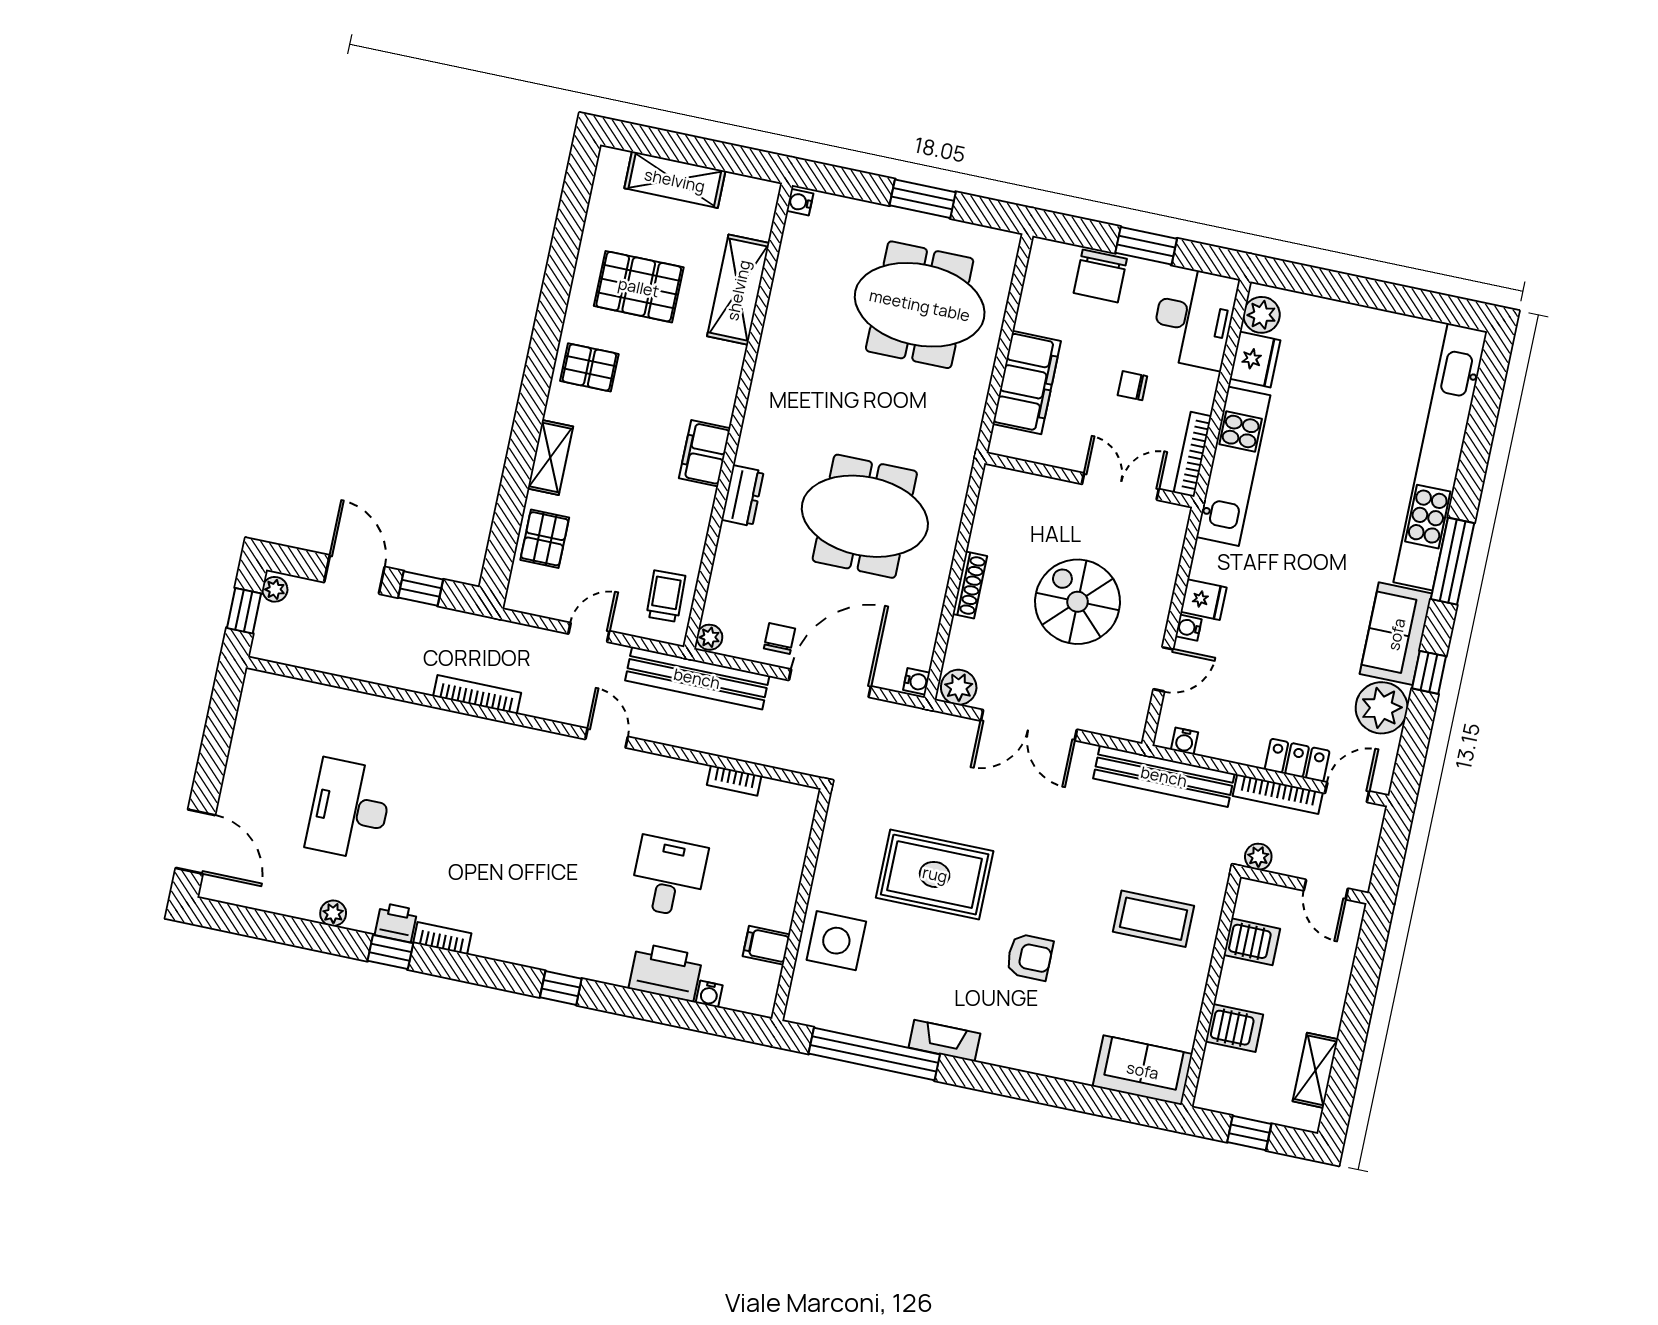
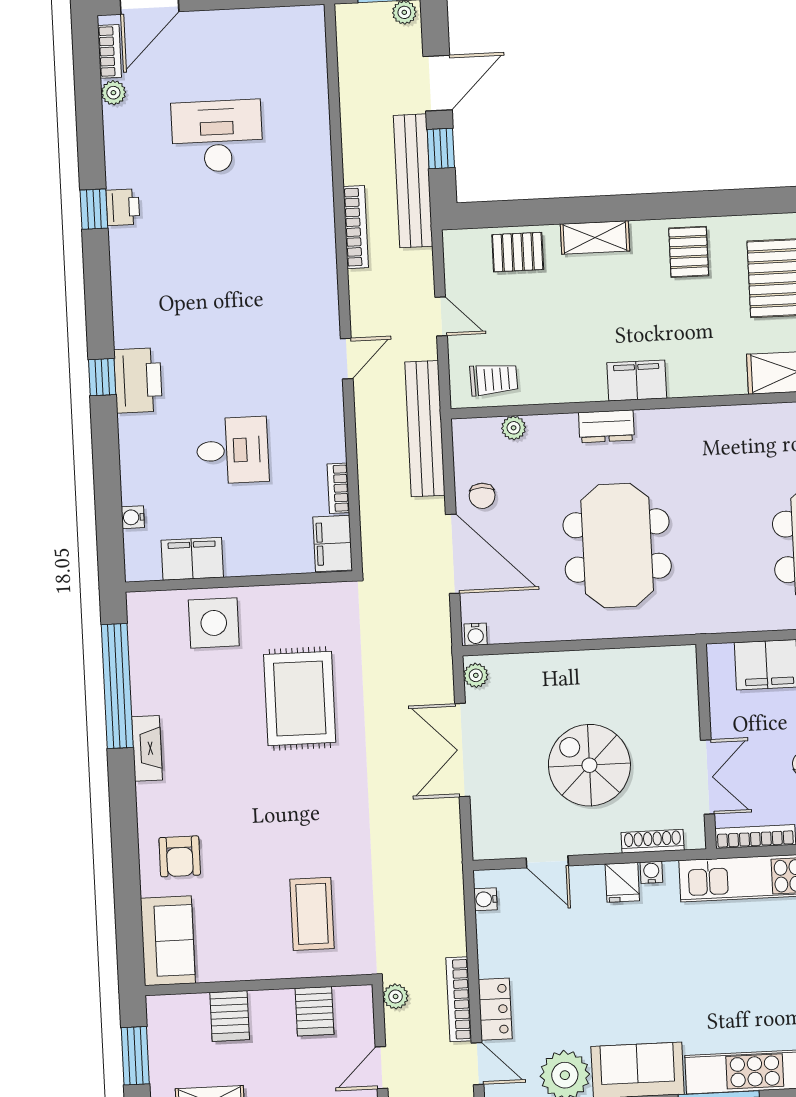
shoe rack: (970, 585) -> (653, 841), moved, turned 180
spiral stairs: (1078, 602) -> (589, 765), turned -90
water cooler: (1188, 628) -> (651, 872), moved
plant: (710, 637) -> (514, 428), moved
chair: (780, 638) -> (482, 496), turned 90
plant: (959, 687) -> (476, 675), width x0.73, depth x0.73
bench: (1164, 776) -> (413, 181), moved
filing cabinet: (788, 801) -> (333, 544), added
plant: (333, 913) -> (113, 93), moved
bookcase: (442, 938) -> (110, 51), moved
filing cabinet: (766, 945) -> (192, 559), width x2.00
armchair: (1030, 957) -> (180, 856), moved
printer: (666, 972) -> (138, 380), moved
window: (1249, 1133) -> (135, 1056), width x1.50

